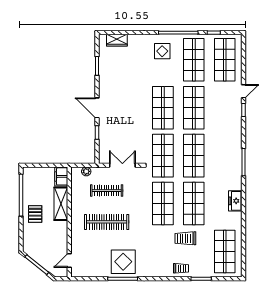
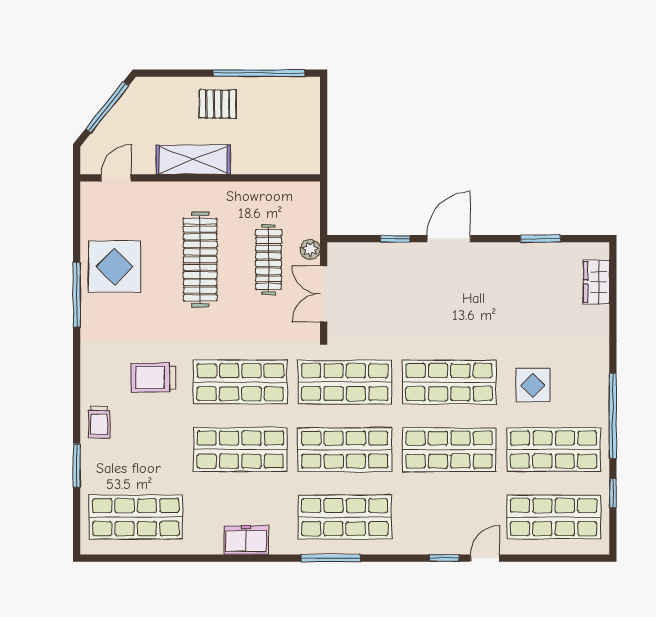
display table: (162, 51) -> (533, 385), moved
door: (244, 91) -> (485, 558), swing flipped
shop shelf: (225, 156) -> (345, 517), added
double door: (122, 165) -> (324, 294), swing flipped
plant: (86, 171) -> (310, 249), moved
filing cabinet: (61, 176) -> (299, 161), removed
shelving: (61, 204) -> (193, 160), moved
trolley: (185, 238) -> (153, 378), moved, turned -90
door: (69, 261) -> (116, 178), hinge flipped
display table: (123, 262) -> (115, 267), moved

